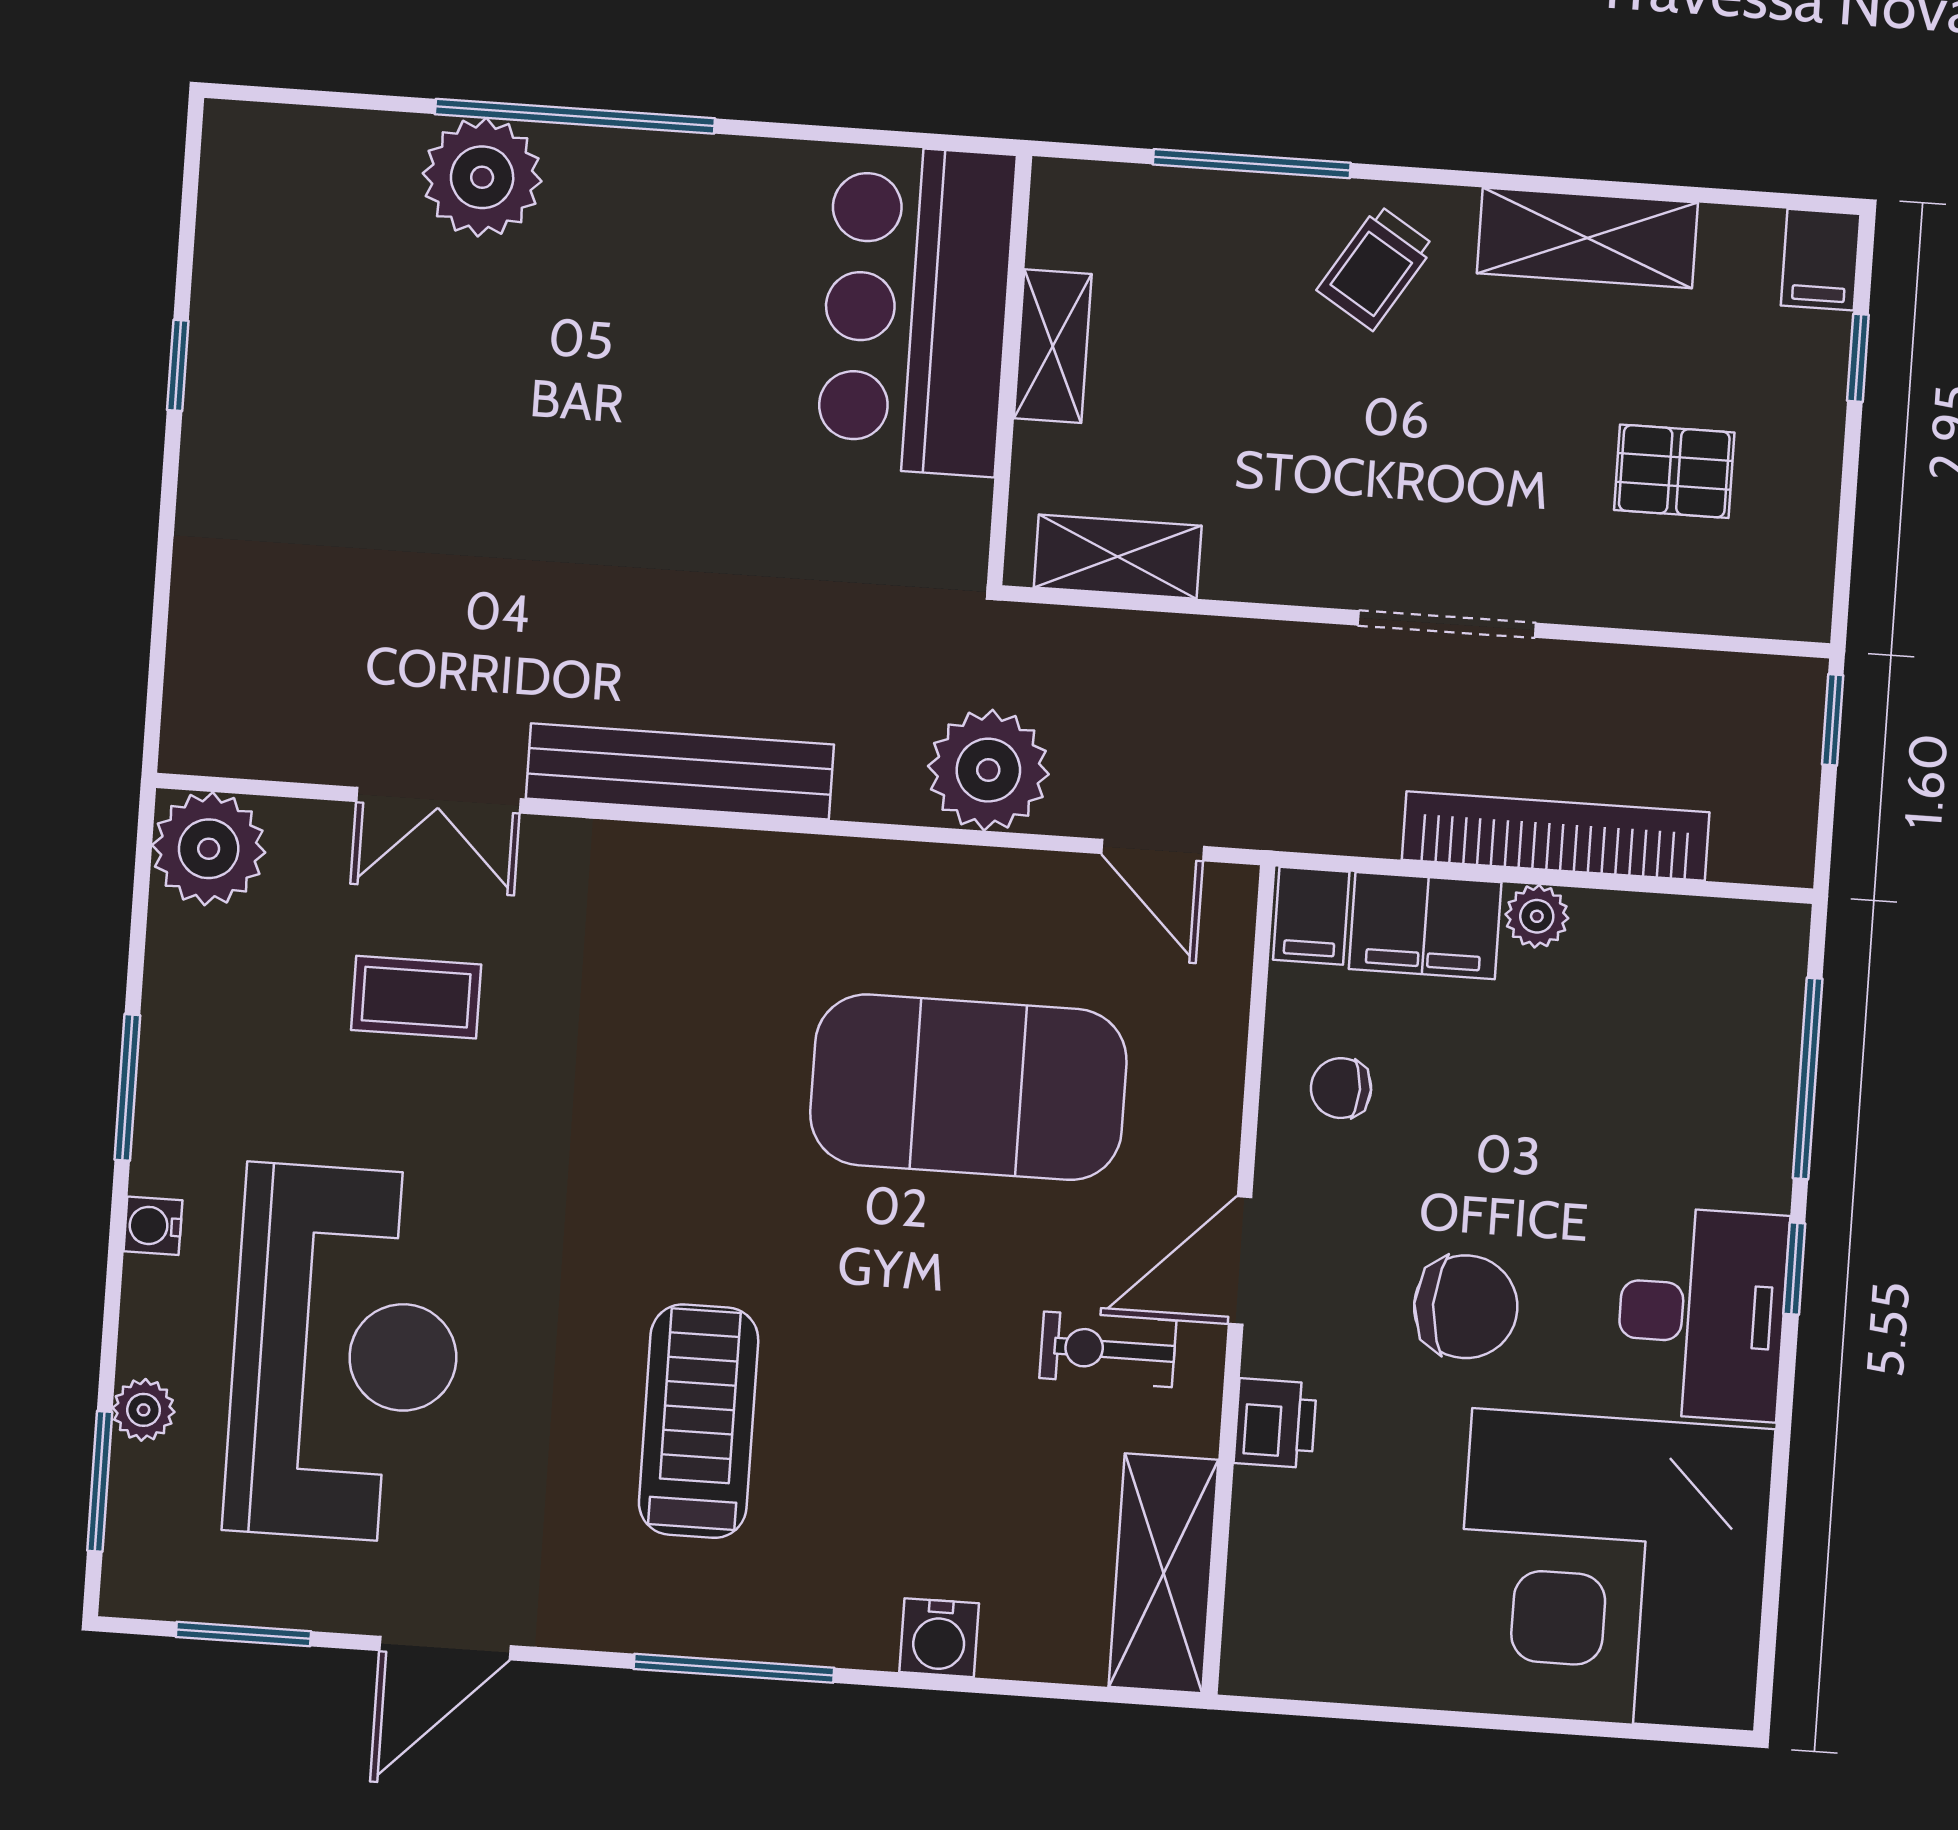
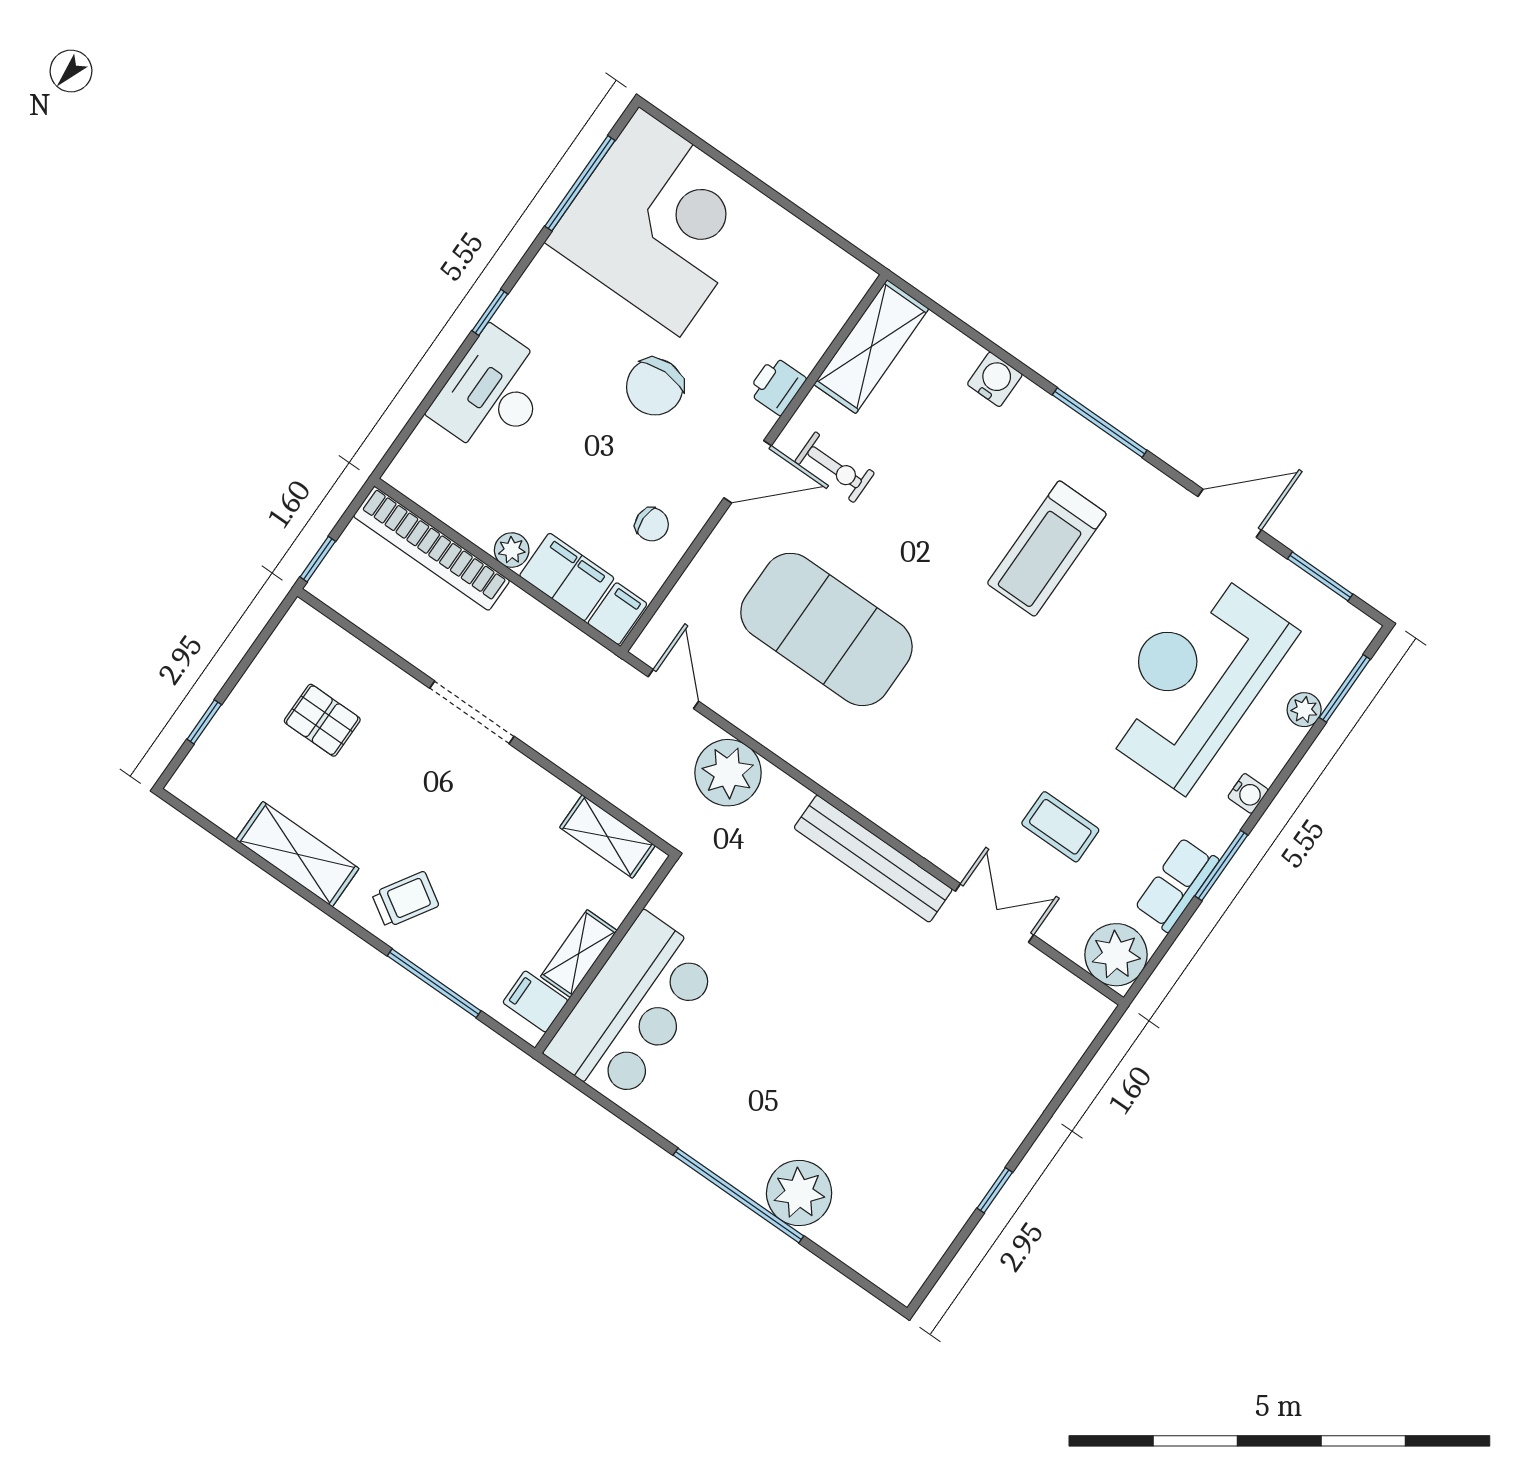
filing cabinet: (1821, 260) -> (535, 1001), moved, turned -90
bookcase: (1556, 836) -> (432, 548), moved
row of seats: (179, 1016) -> (1177, 884), added
window: (1808, 1078) -> (580, 183), moved
chair: (1466, 1307) -> (655, 387), turned -90
desk: (1702, 1314) -> (493, 393), moved

